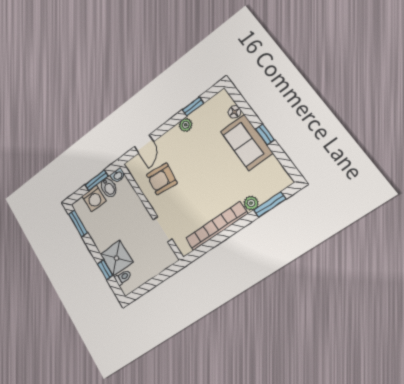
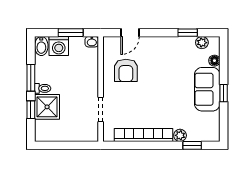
plant: (186, 125) -> (202, 43), moved
armchair: (162, 179) -> (126, 70), turned -96
bidet: (109, 188) -> (41, 46), moved
window: (270, 205) -> (192, 145), width x0.67
window: (78, 223) -> (31, 78), moved
toilet: (123, 277) -> (43, 88), moved

